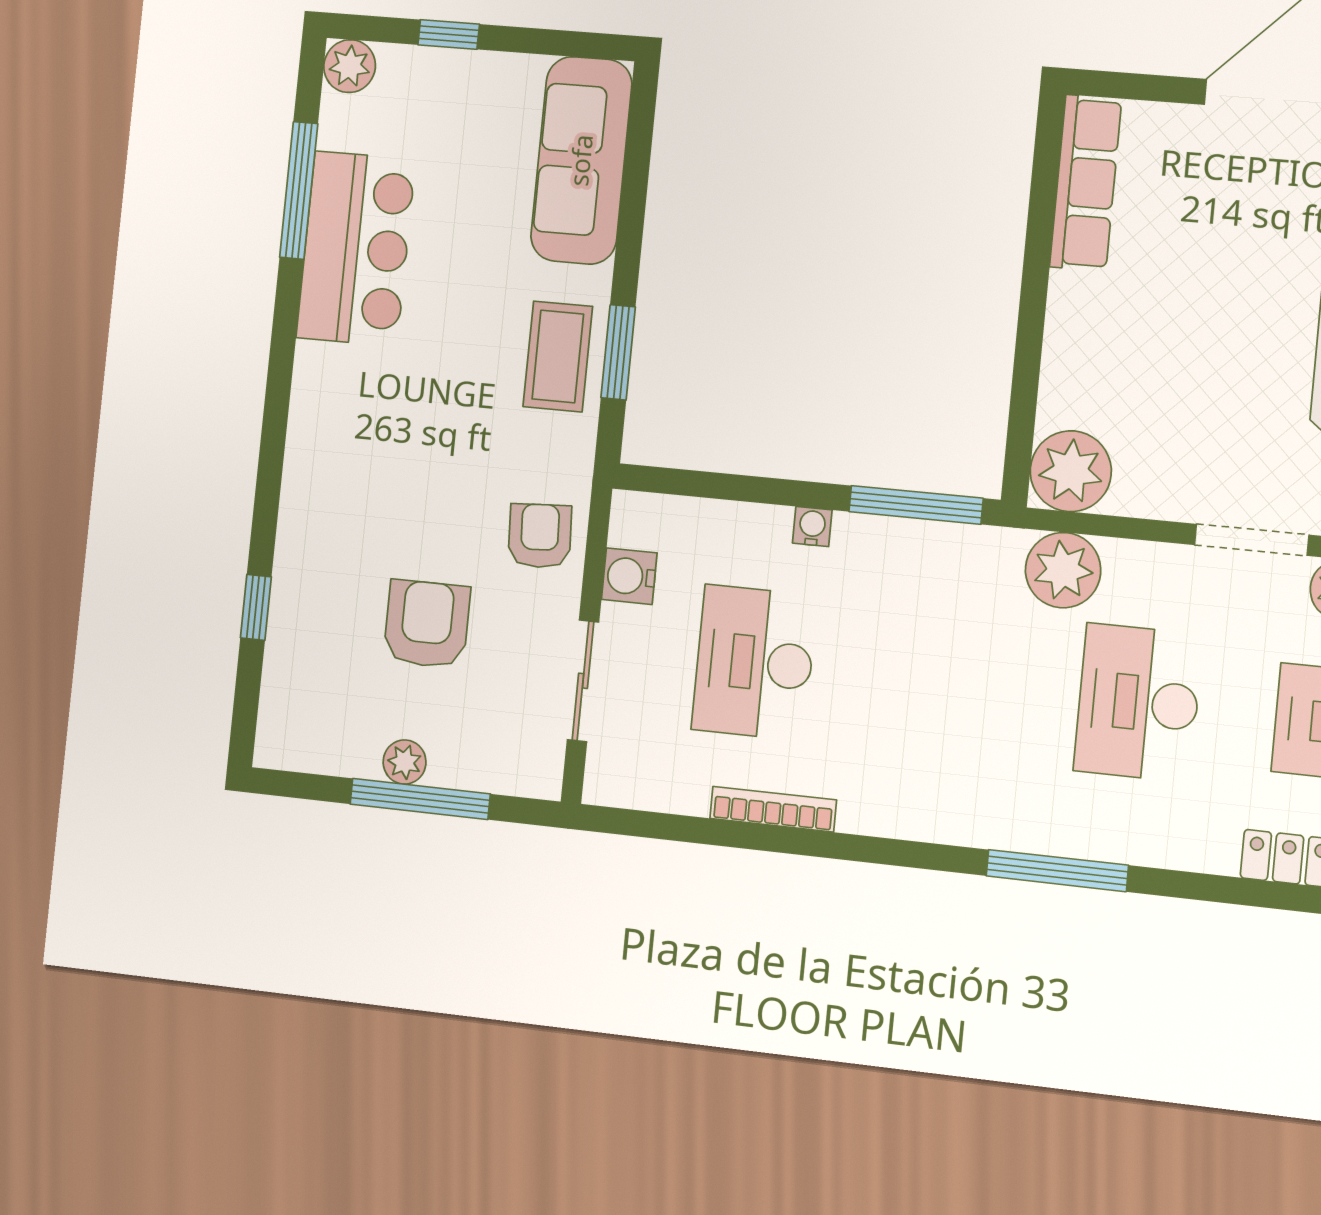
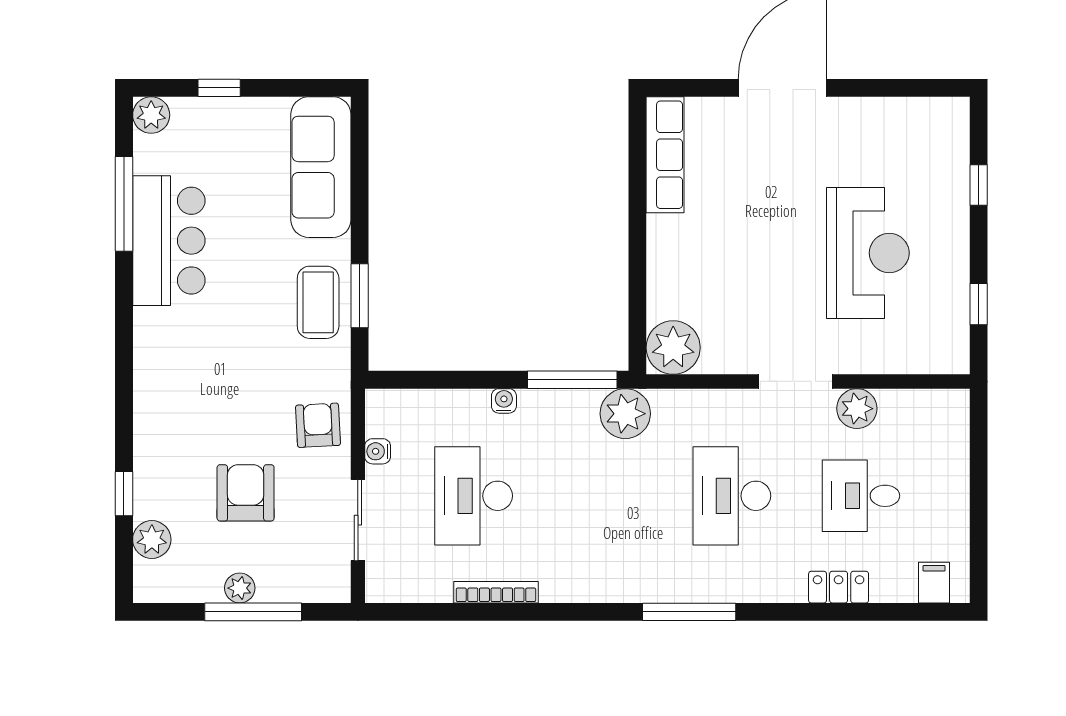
plant: (1063, 570) -> (625, 414), moved
water cooler: (629, 576) -> (378, 451), width x0.72, depth x0.72
plant: (288, 678) -> (152, 540), added

